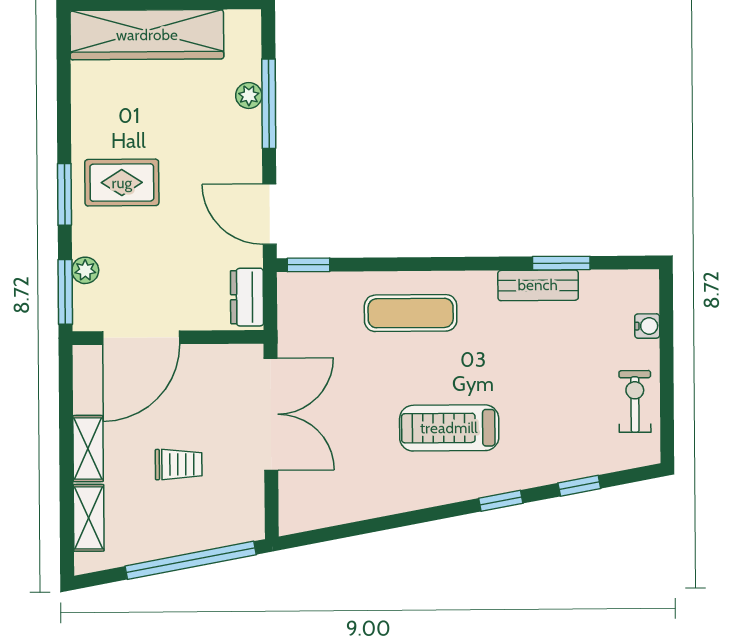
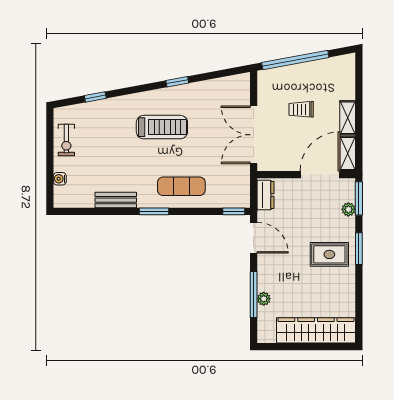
window: (561, 263) -> (154, 211), moved
window: (501, 501) -> (177, 82), moved
shelving: (89, 518) -> (348, 153), moved

